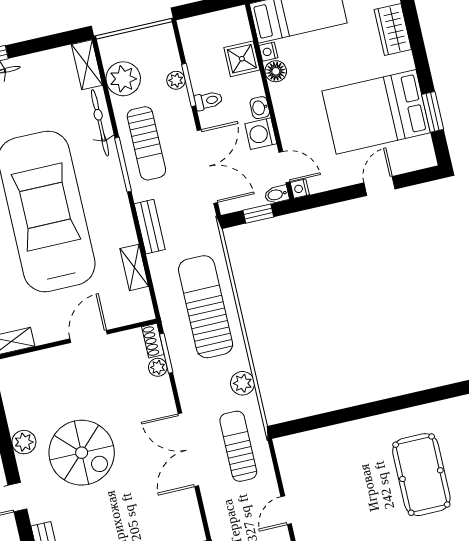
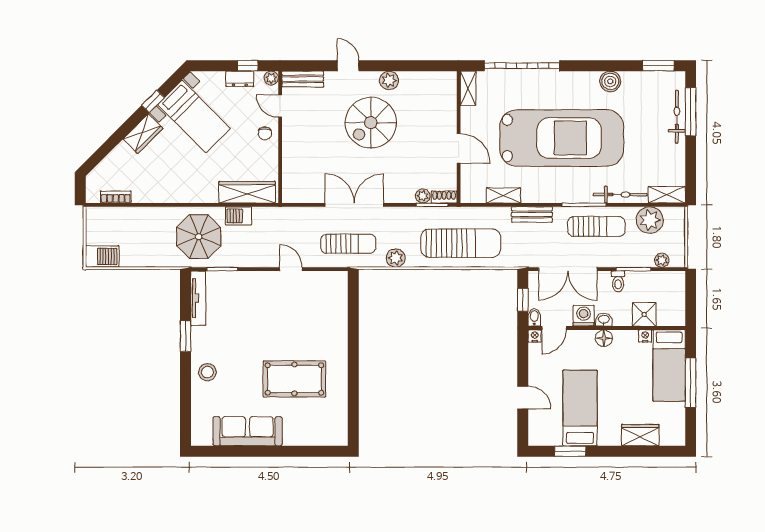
floor lamp: (276, 71) -> (604, 338), moved
plant: (176, 80) -> (662, 260), moved
bed: (376, 112) -> (580, 408), width x0.67
sun lounger: (146, 143) -> (596, 226), turned 180

